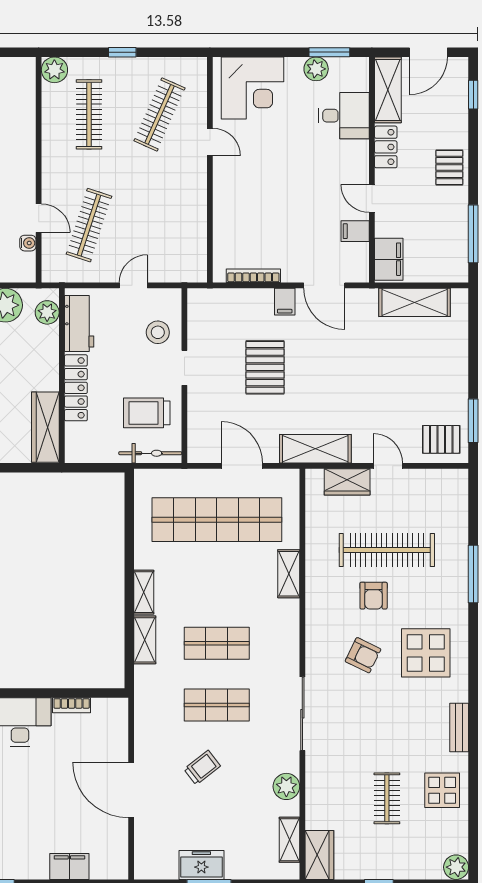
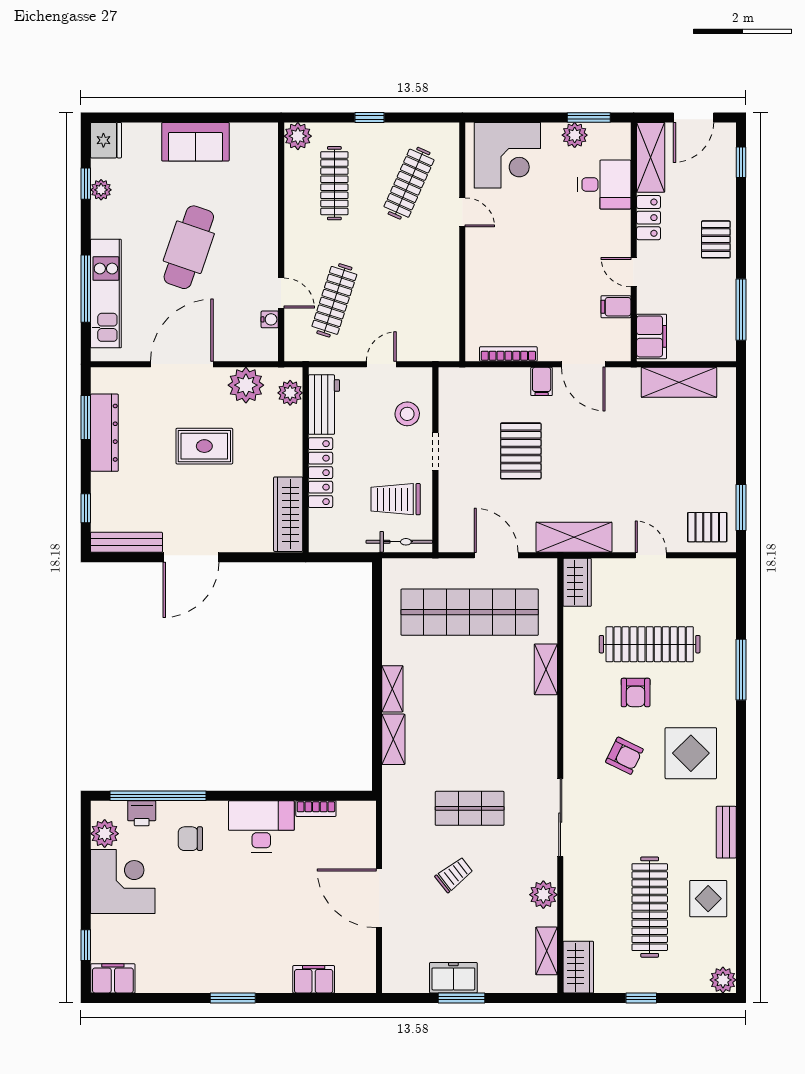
wardrobe: (347, 482) -> (577, 582), moved, turned -90
shop shelf: (217, 643) -> (470, 743), removed
clothes rail: (387, 798) -> (650, 907), width x1.86, depth x1.31

